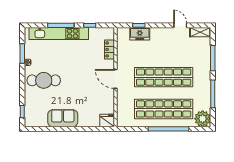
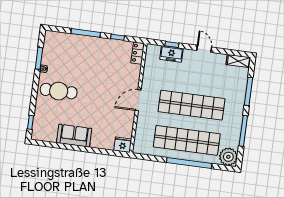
door: (180, 25) -> (204, 49), moved
kitchen unit: (59, 34) -> (82, 42), removed
locker: (110, 49) -> (138, 53), moved
door: (115, 79) -> (138, 100), hinge flipped

